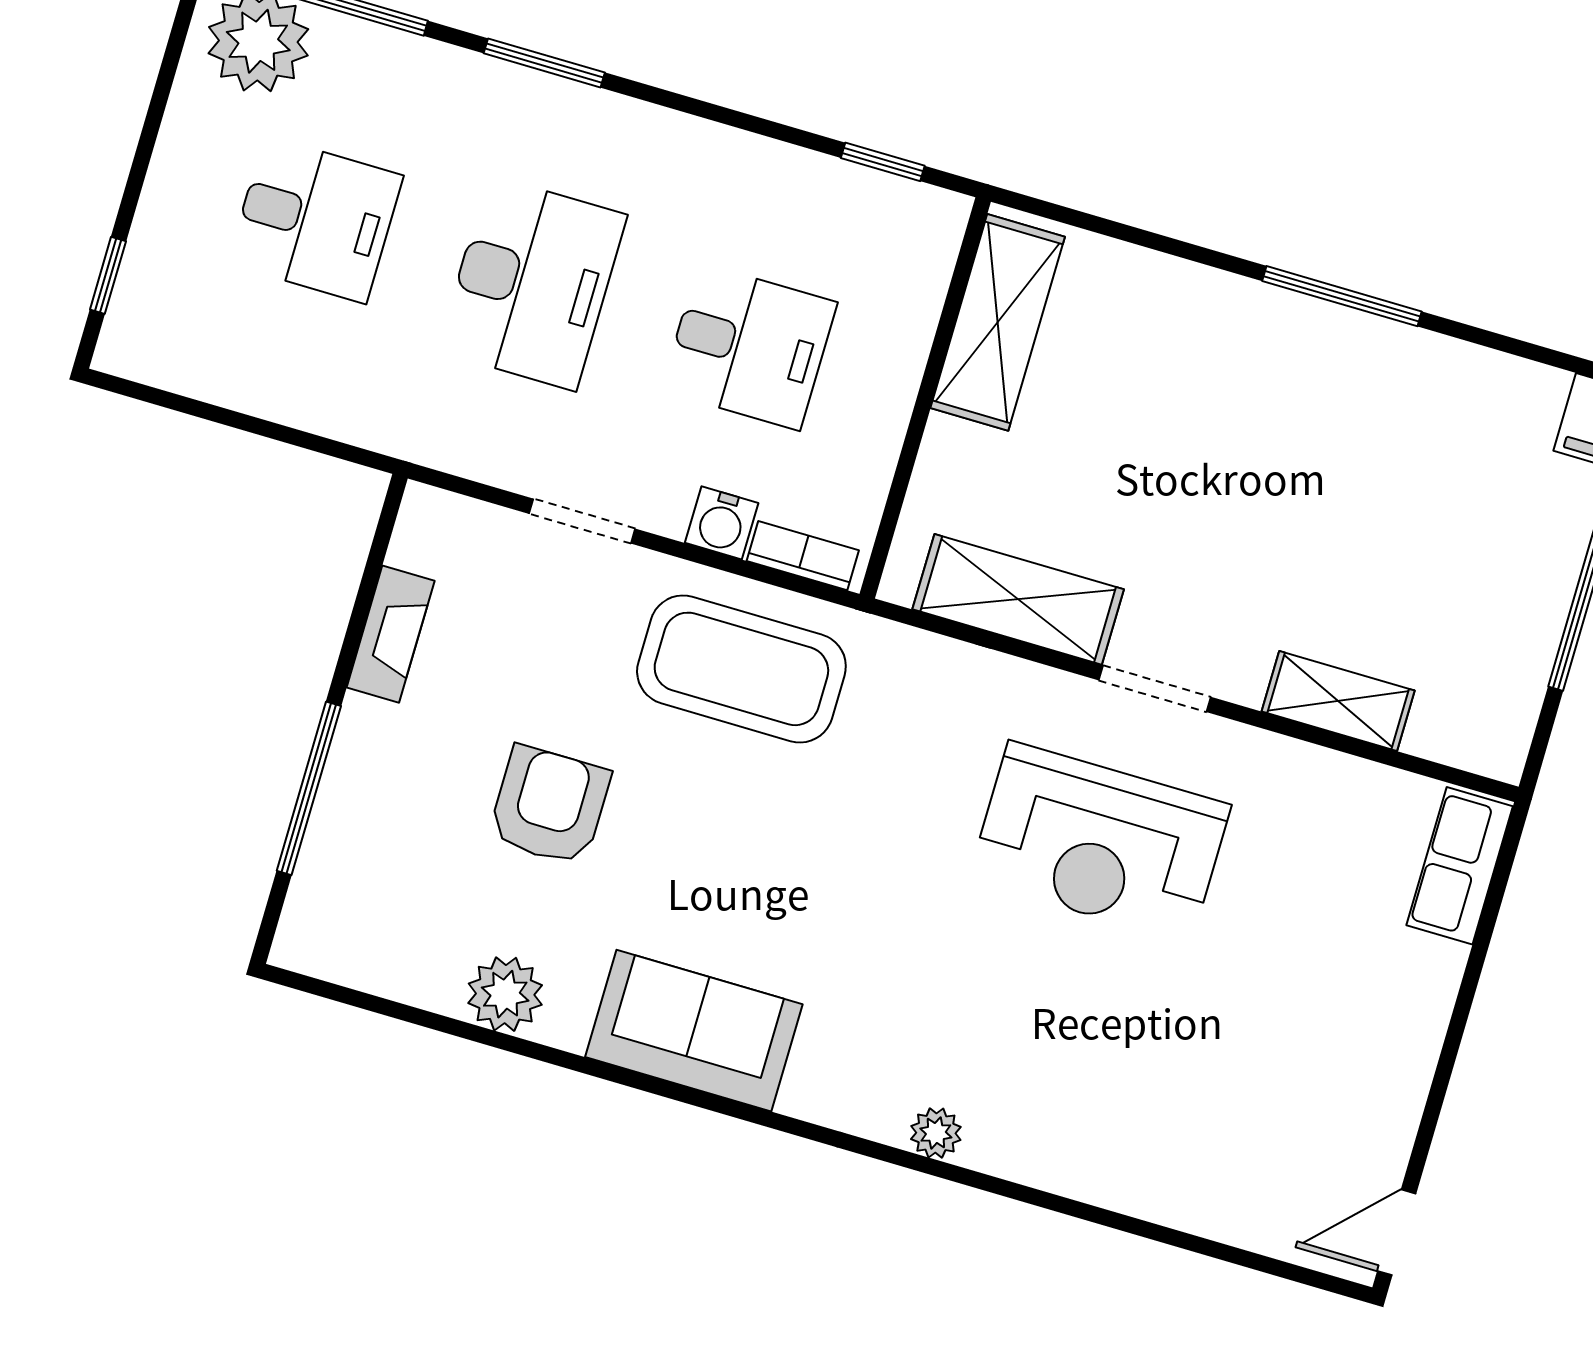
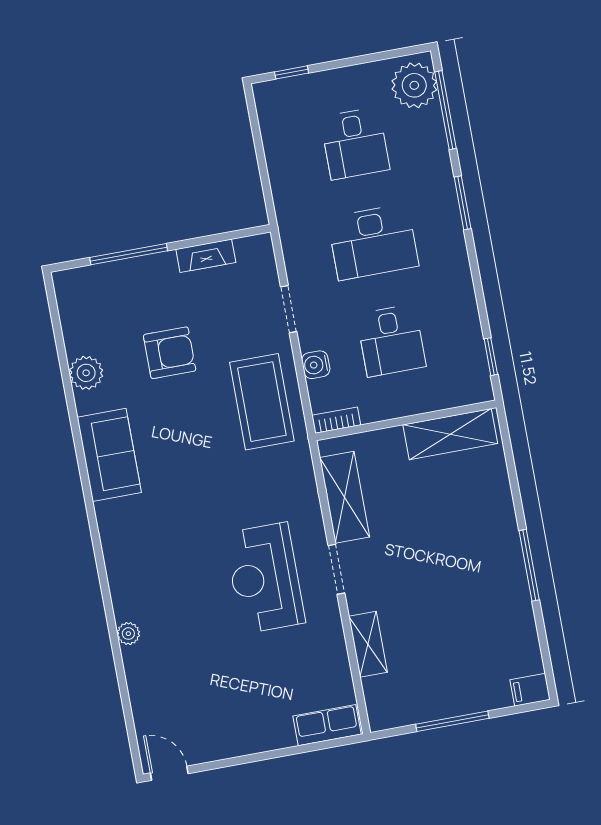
bookcase: (803, 556) -> (336, 420), moved, turned -90
plant: (936, 1133) -> (128, 634), moved

